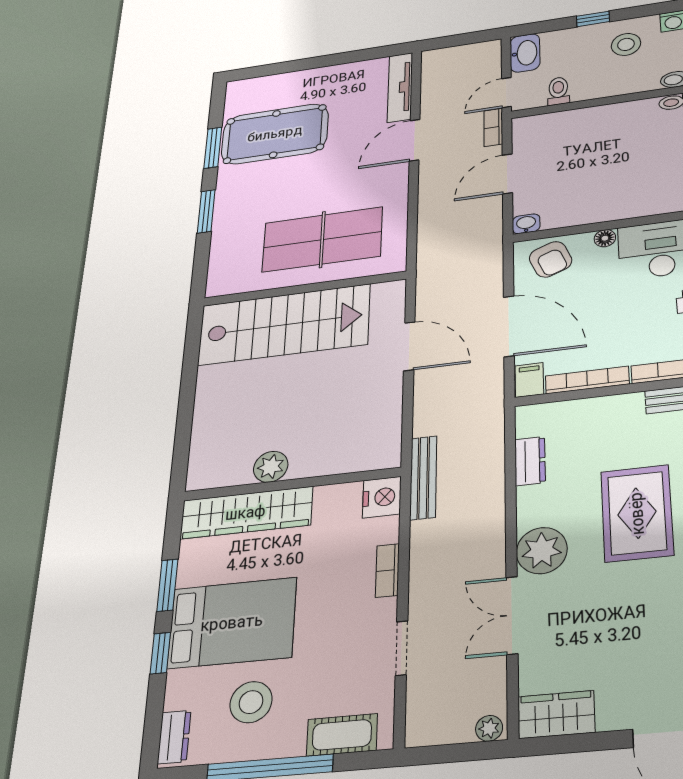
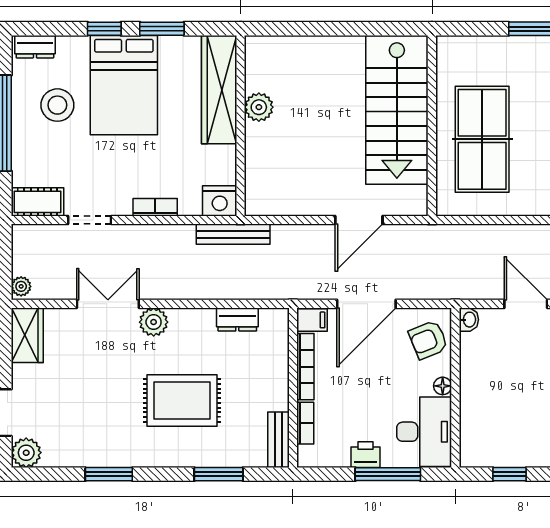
plant: (542, 551) -> (154, 322), width x0.73, depth x0.73
cot: (342, 735) -> (38, 202), moved, turned 90

